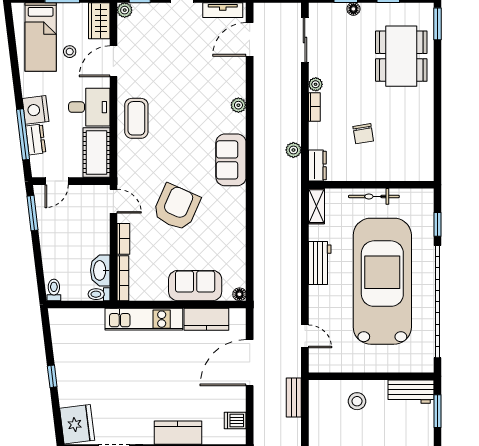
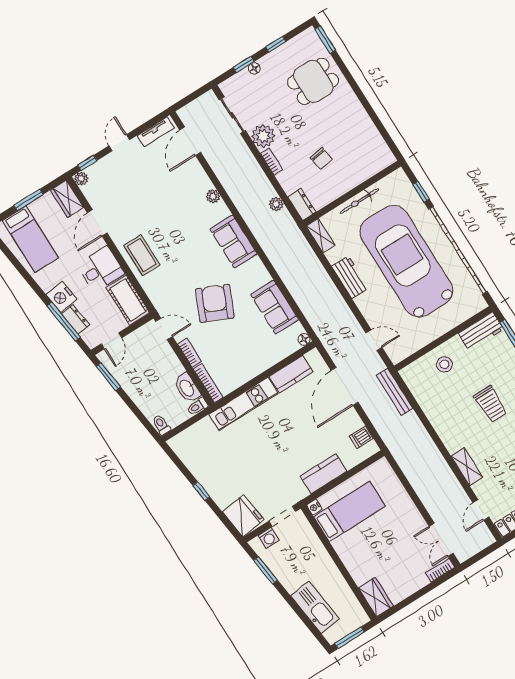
stool: (70, 52) -> (59, 236), removed
dining table: (401, 56) -> (313, 81), width x0.73
plant: (316, 84) -> (263, 136), width x1.87, depth x1.87
sofa: (195, 286) -> (275, 307), moved, turned -90
bench: (294, 398) -> (395, 392), width x1.36

